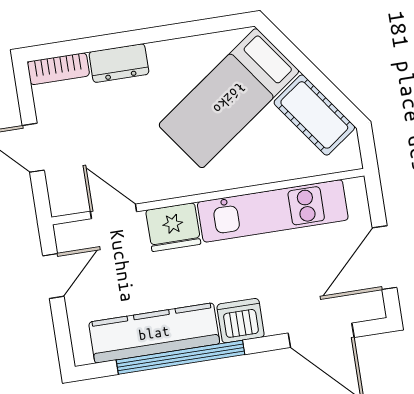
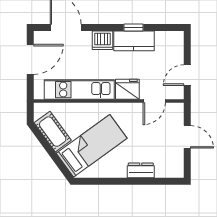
bookcase: (58, 69) -> (170, 172), removed
door: (113, 211) -> (154, 101), hinge flipped
kitchen counter: (154, 333) -> (134, 41), width x0.67
window: (181, 357) -> (133, 28), width x0.32

